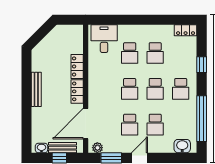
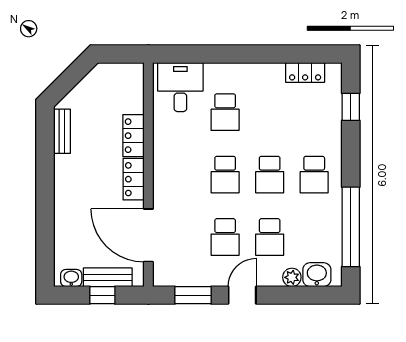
locker: (186, 30) -> (305, 72), moved
school desk: (155, 53) -> (270, 112), removed
window: (202, 65) -> (351, 107), moved
bench: (36, 89) -> (62, 131), moved, width x0.73
door: (86, 124) -> (148, 235), hinge flipped
plant: (97, 148) -> (292, 277), moved

